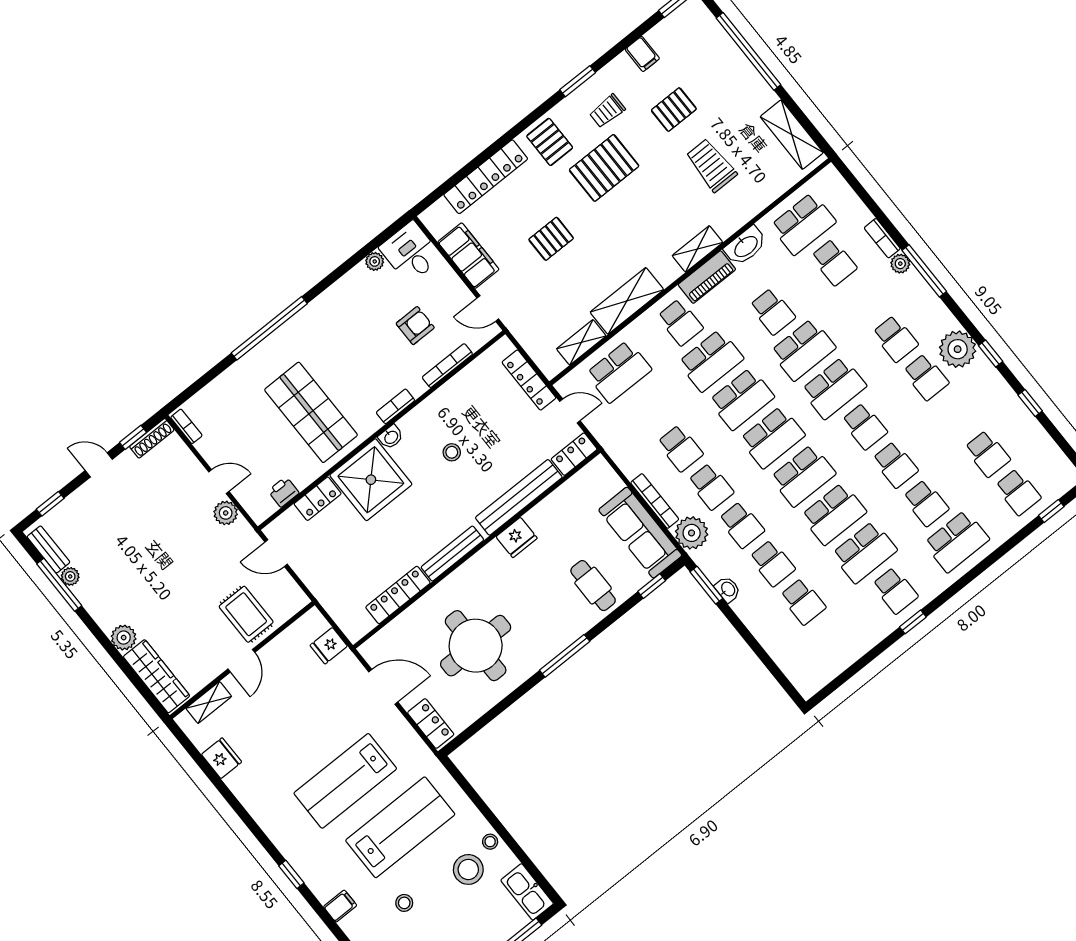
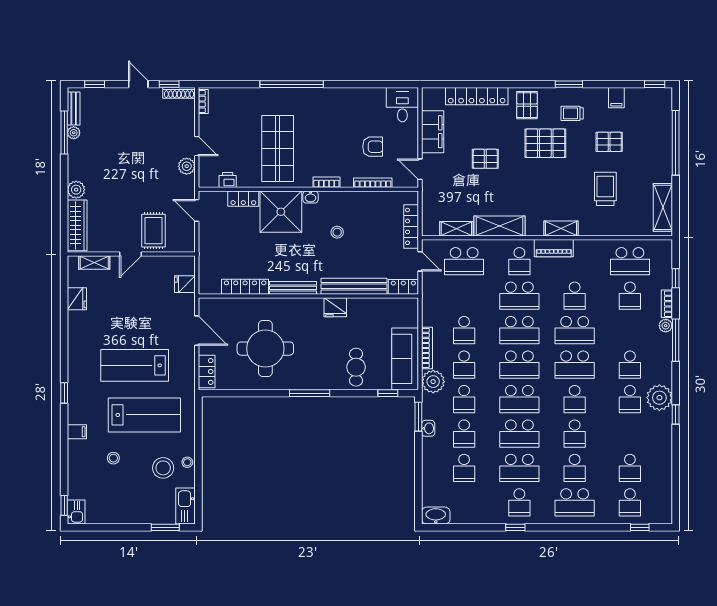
washbasin: (746, 246) -> (436, 516), moved, turned 180
plant: (375, 261) -> (379, 94), removed
window: (1030, 403) -> (676, 278), moved

